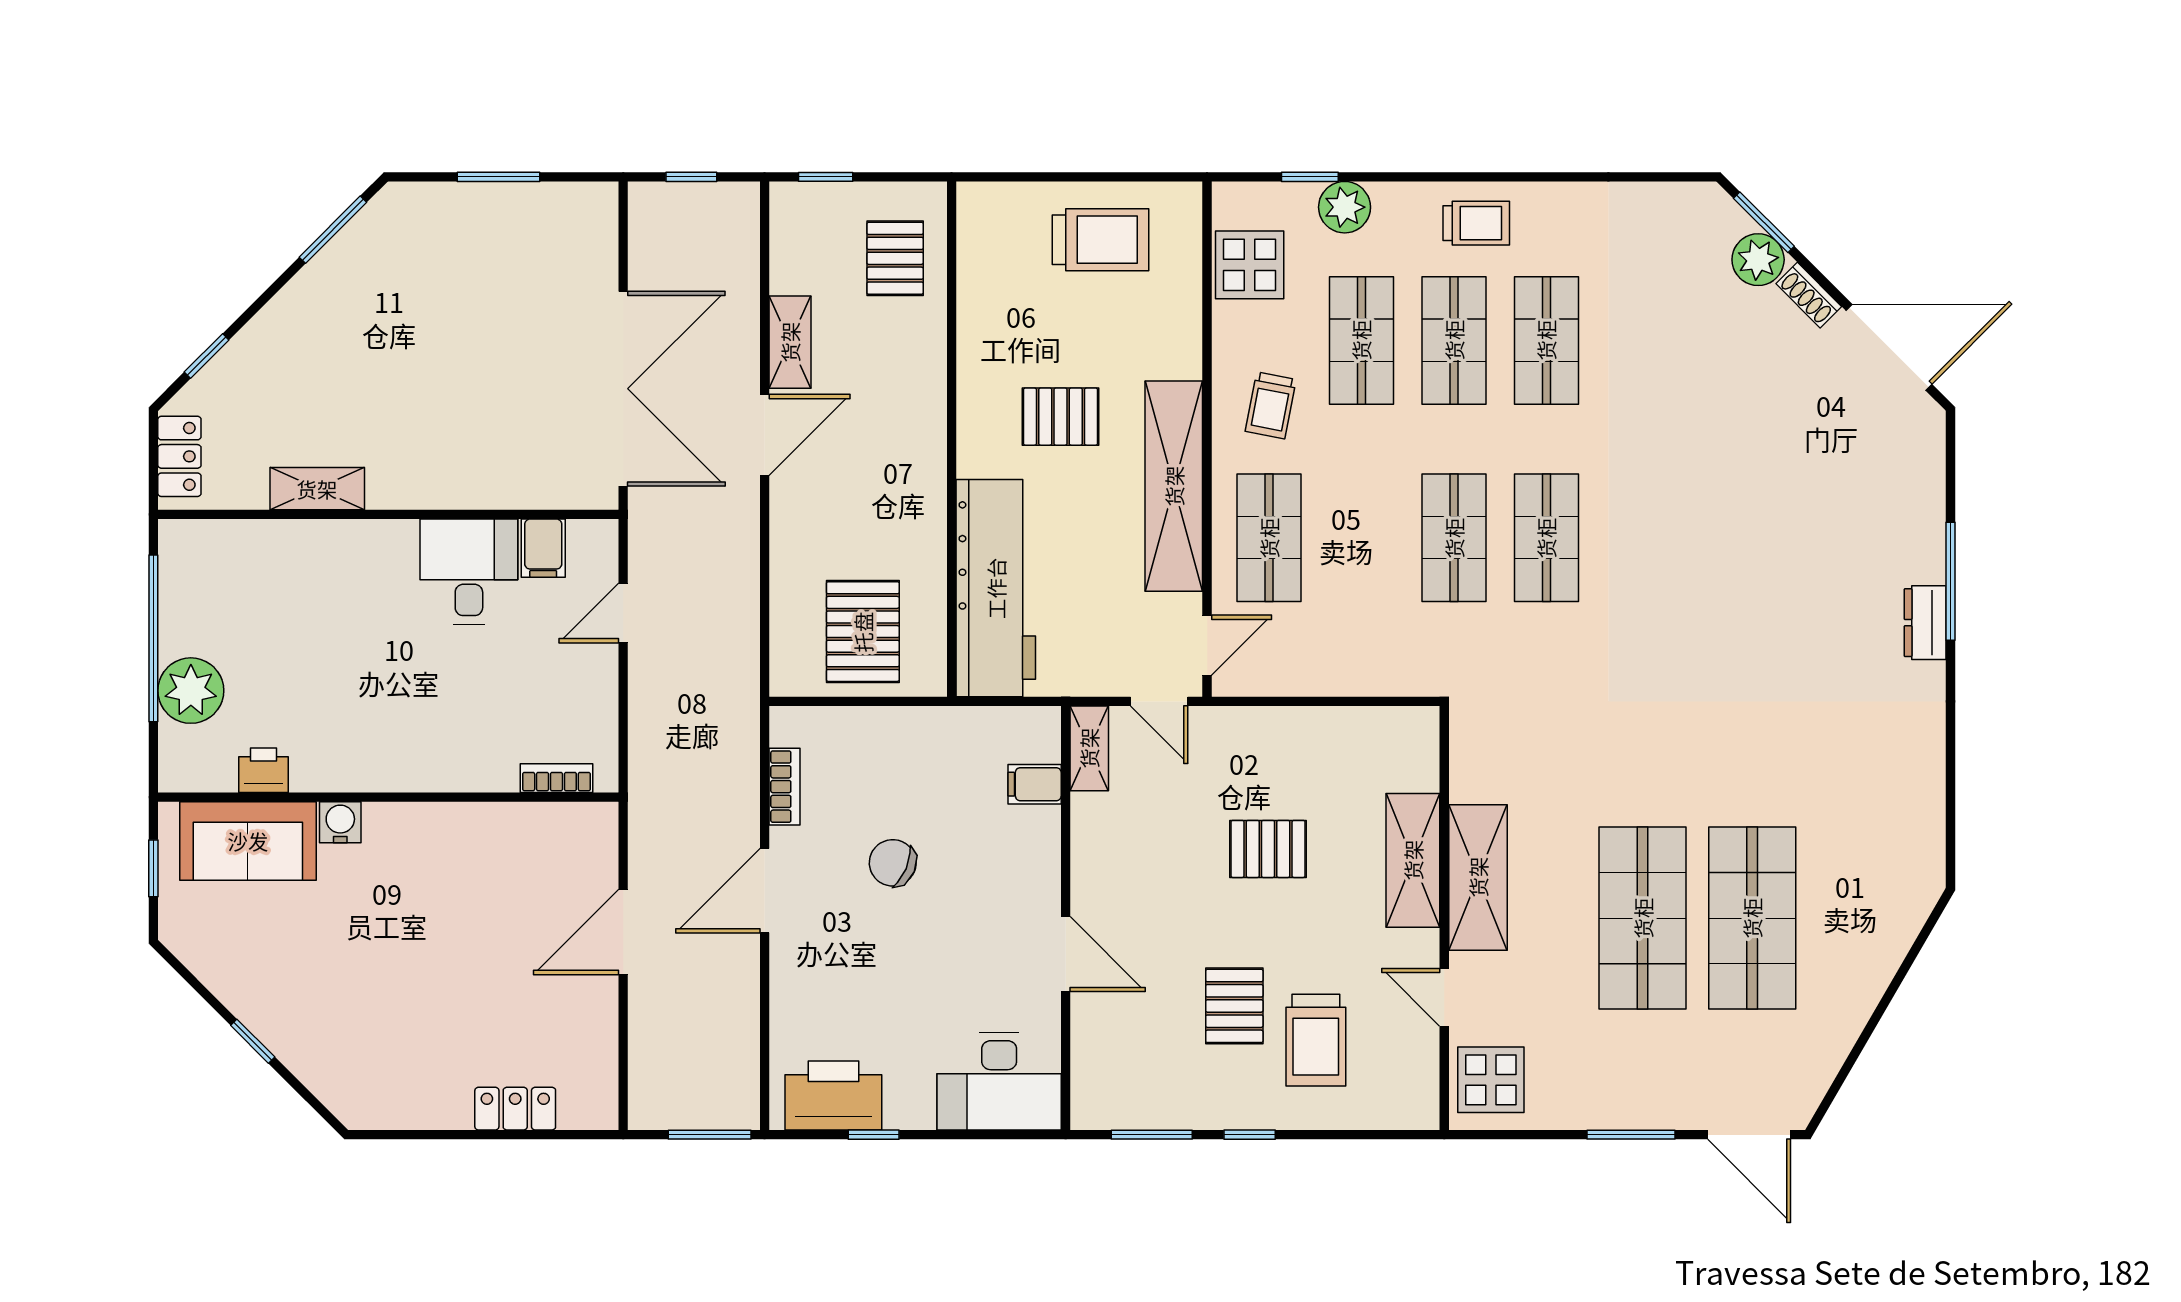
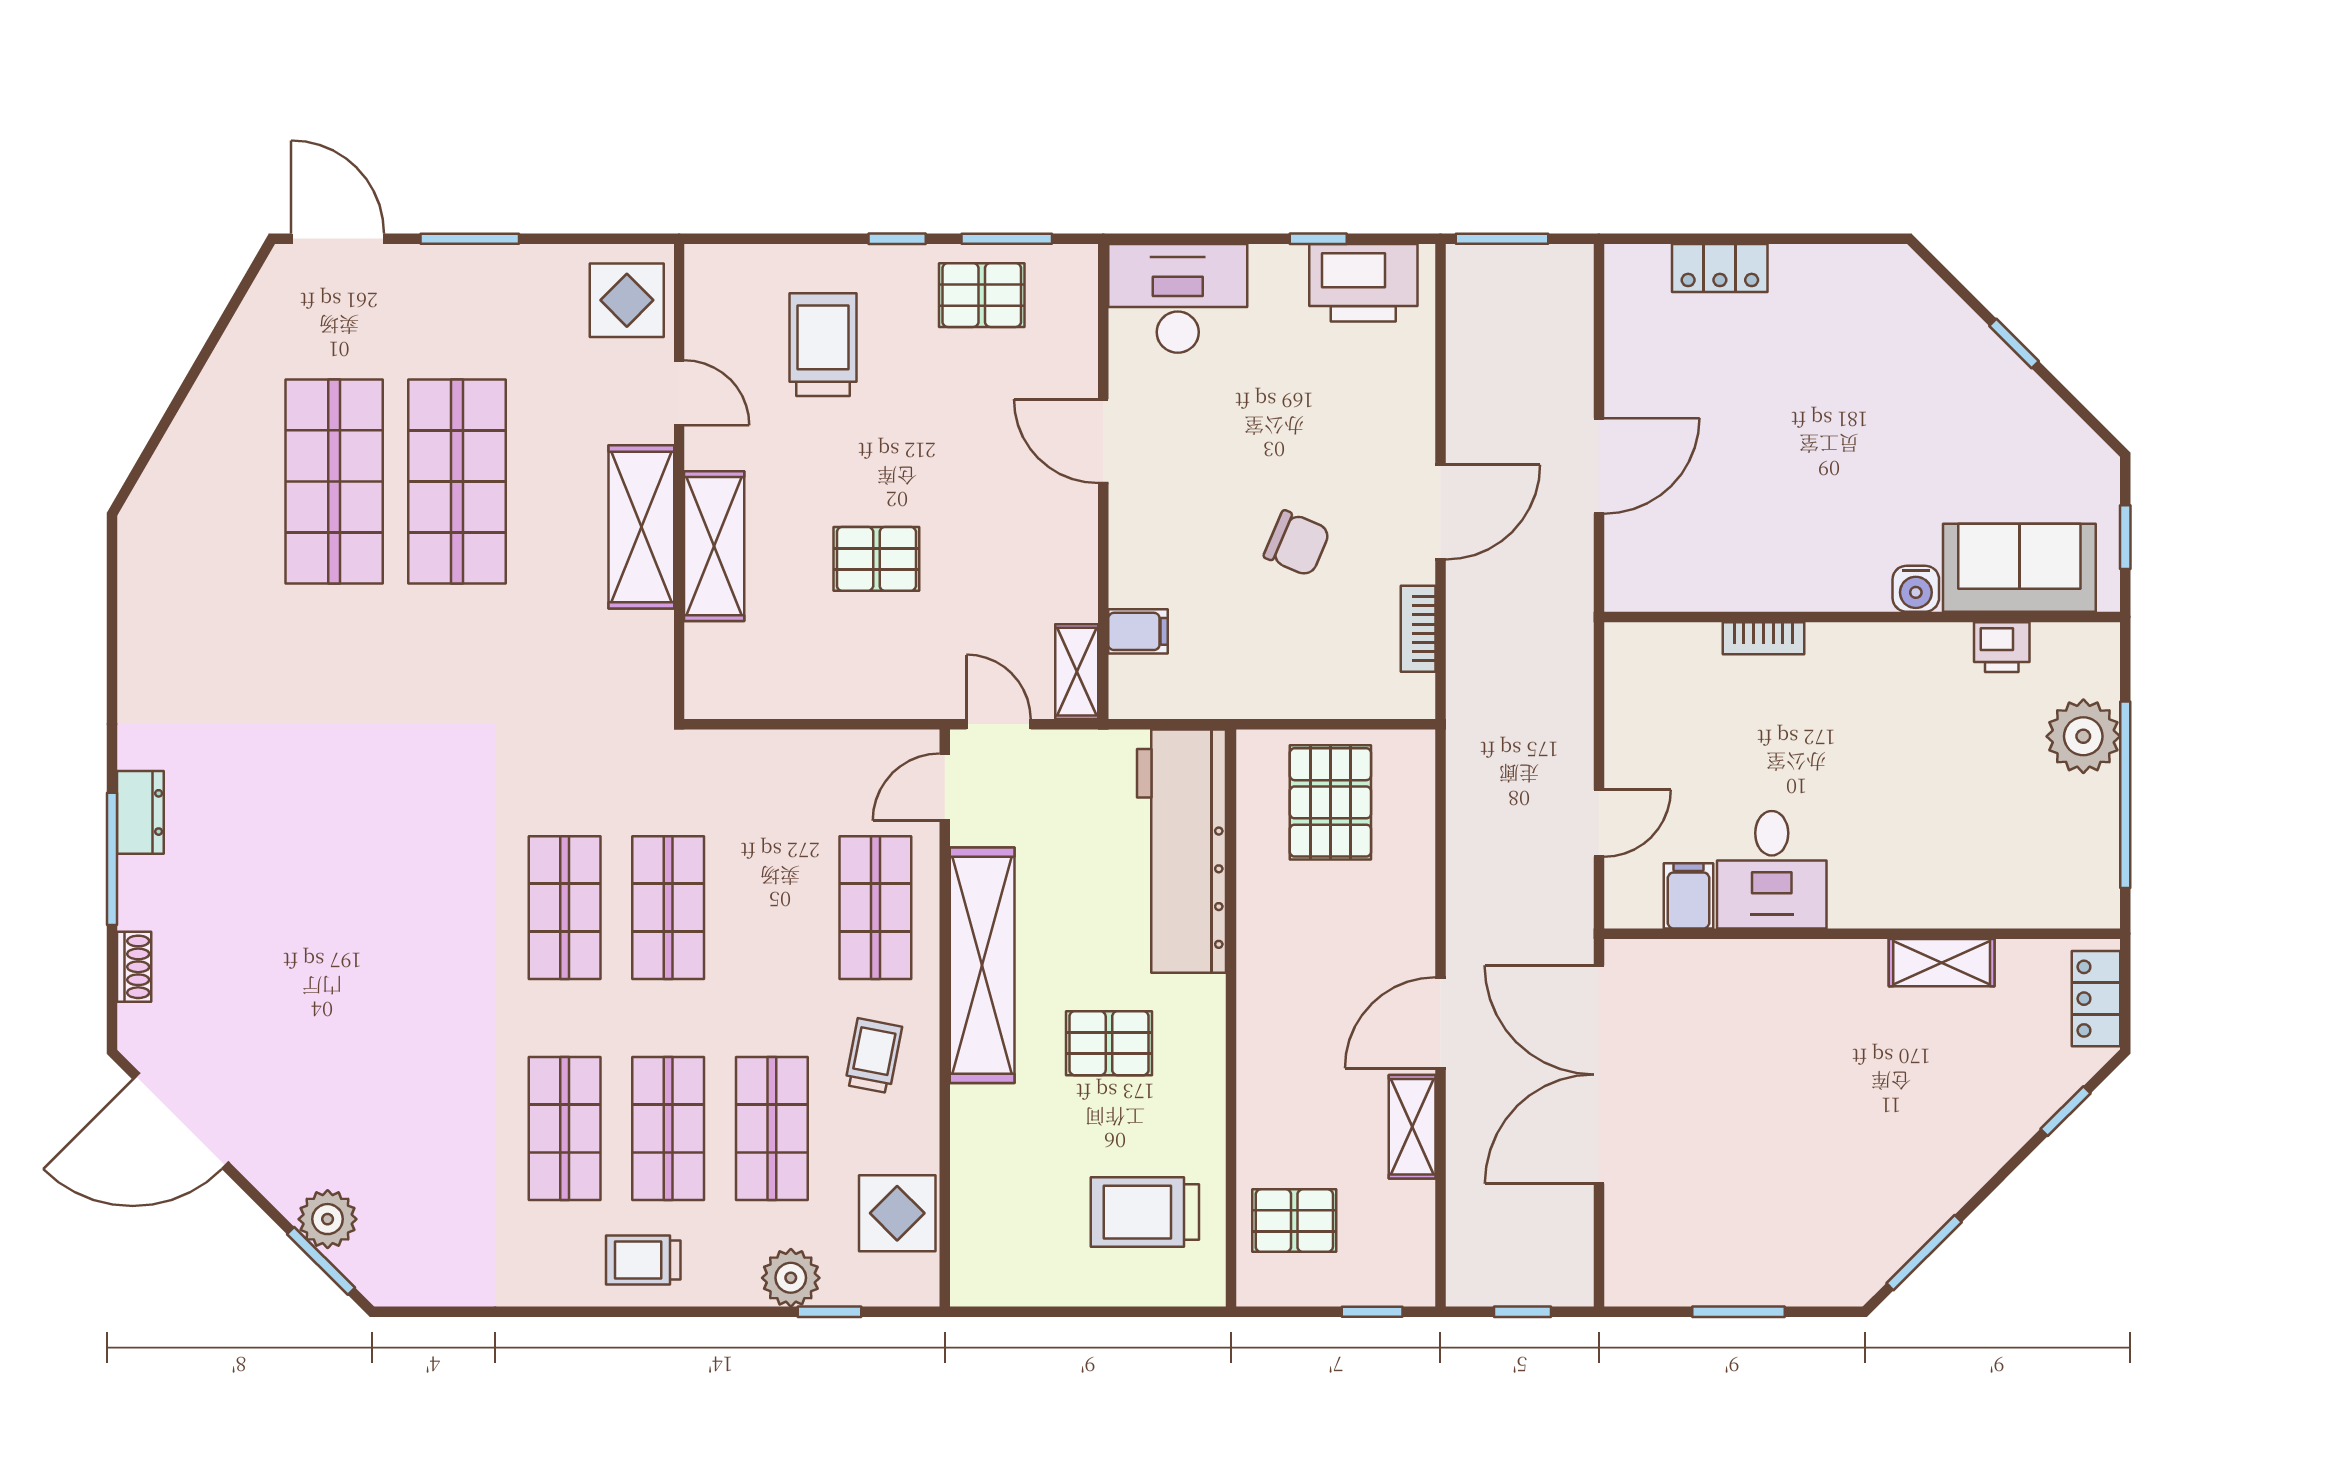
trolley: (1101, 240) -> (1145, 1212), moved
pallet: (895, 258) -> (1294, 1221), turned 90
shoe rack: (1809, 295) -> (134, 967), moved, turned 45
bookcase: (556, 778) -> (1763, 638), moved
pallet: (1234, 1006) -> (982, 295), moved, turned 90

